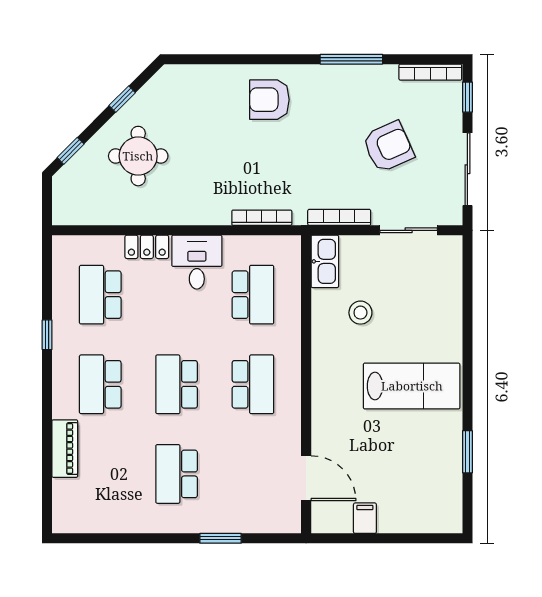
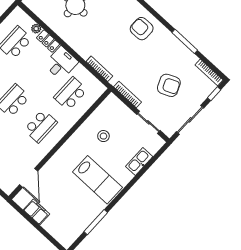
plant: (112, 245) -> (36, 29), added
kitchen sink: (325, 261) -> (139, 162), moved, turned 180
school desk: (253, 295) -> (71, 94), turned 180
window: (467, 452) -> (96, 222), width x1.44
filing cabinet: (365, 518) -> (36, 212), width x2.00

